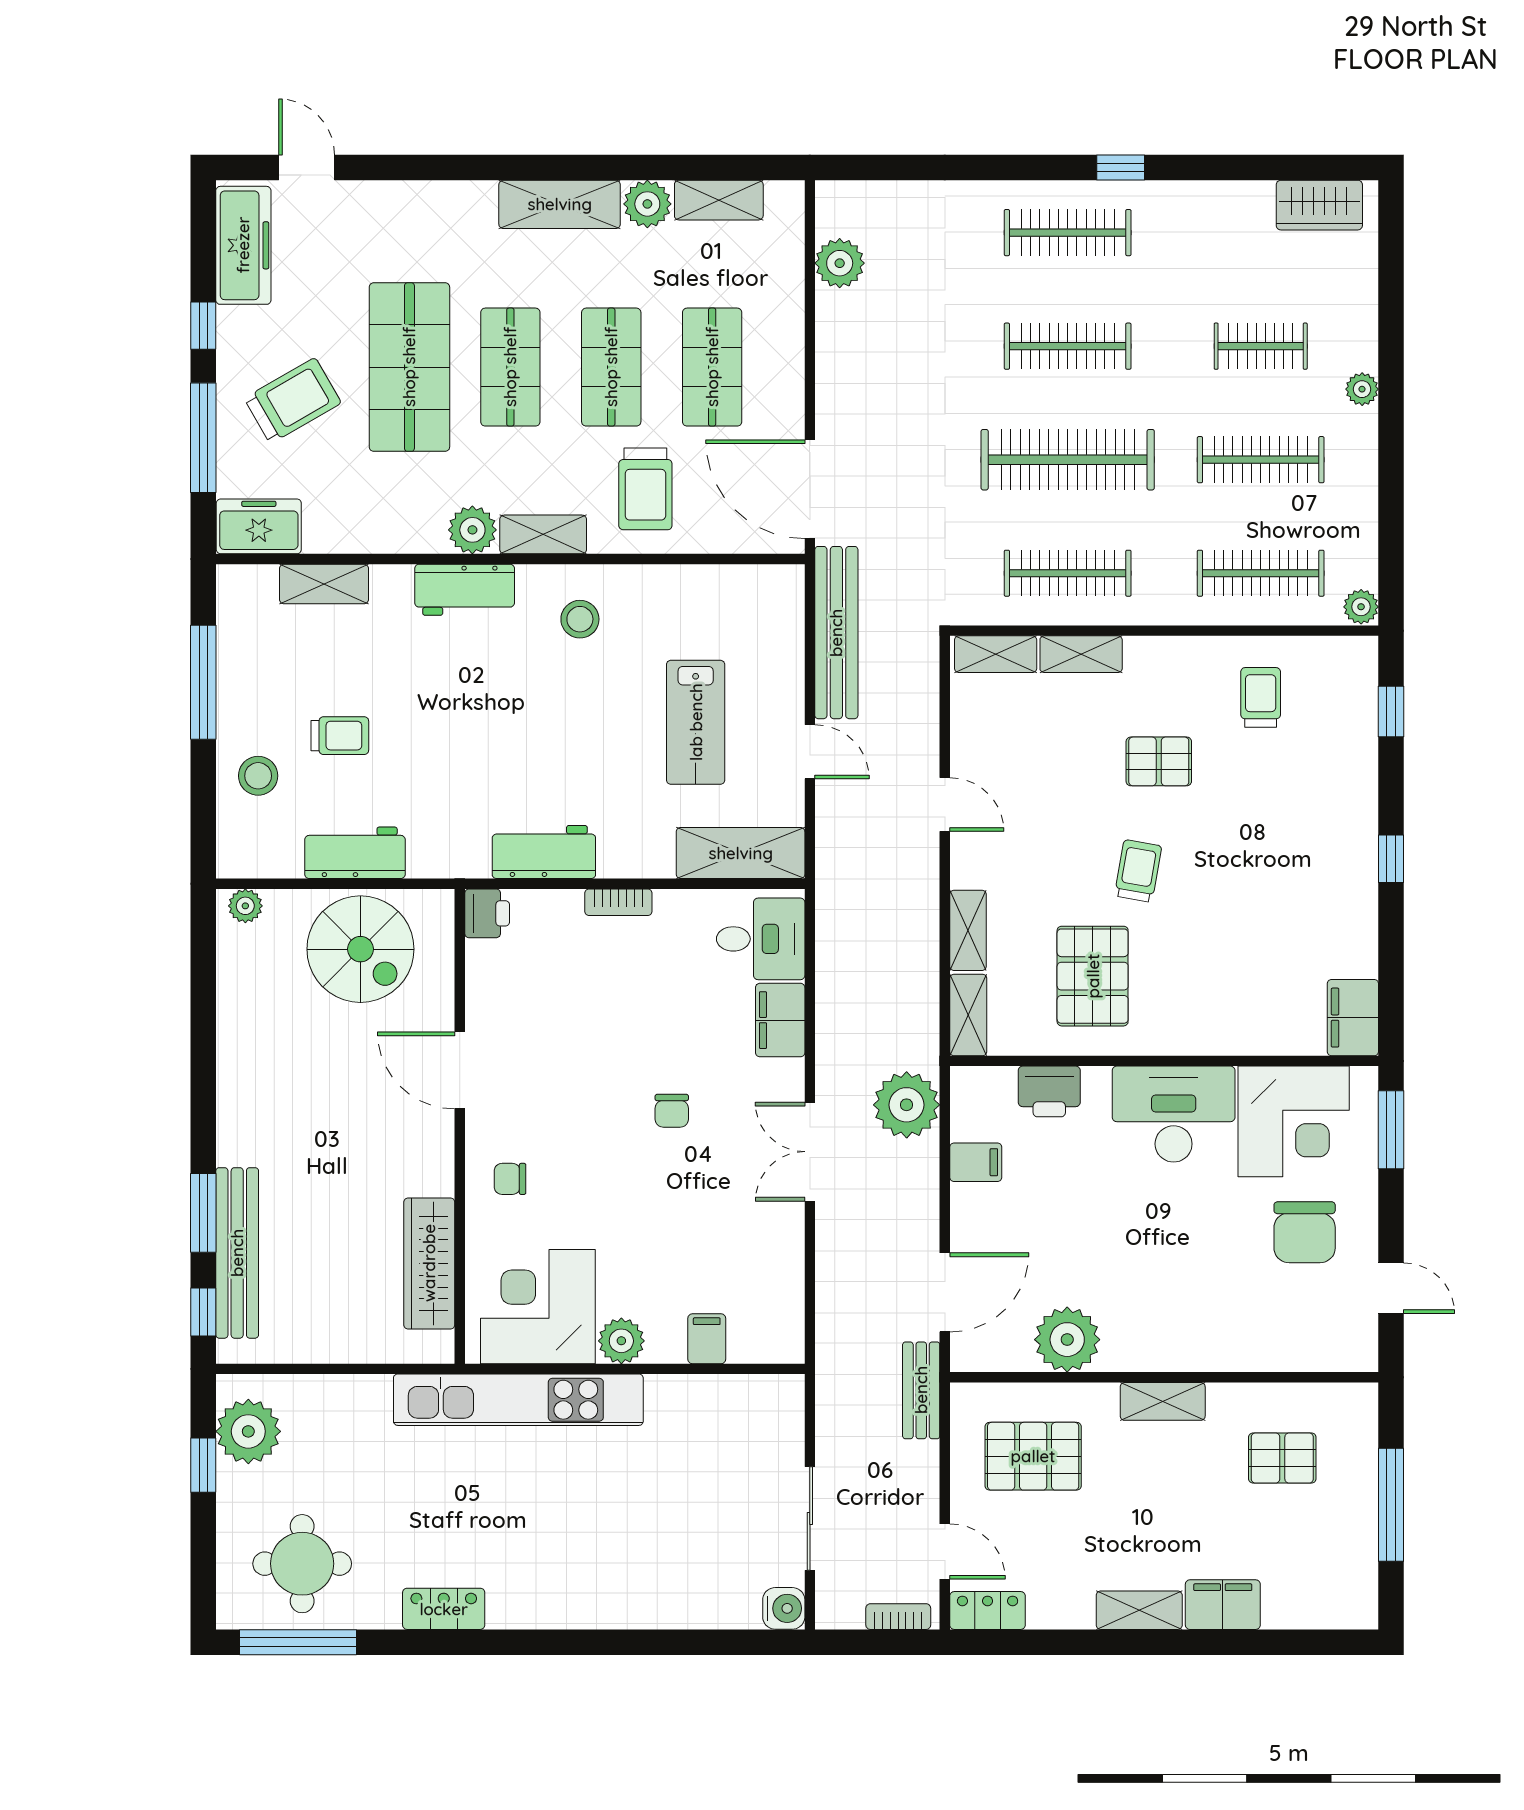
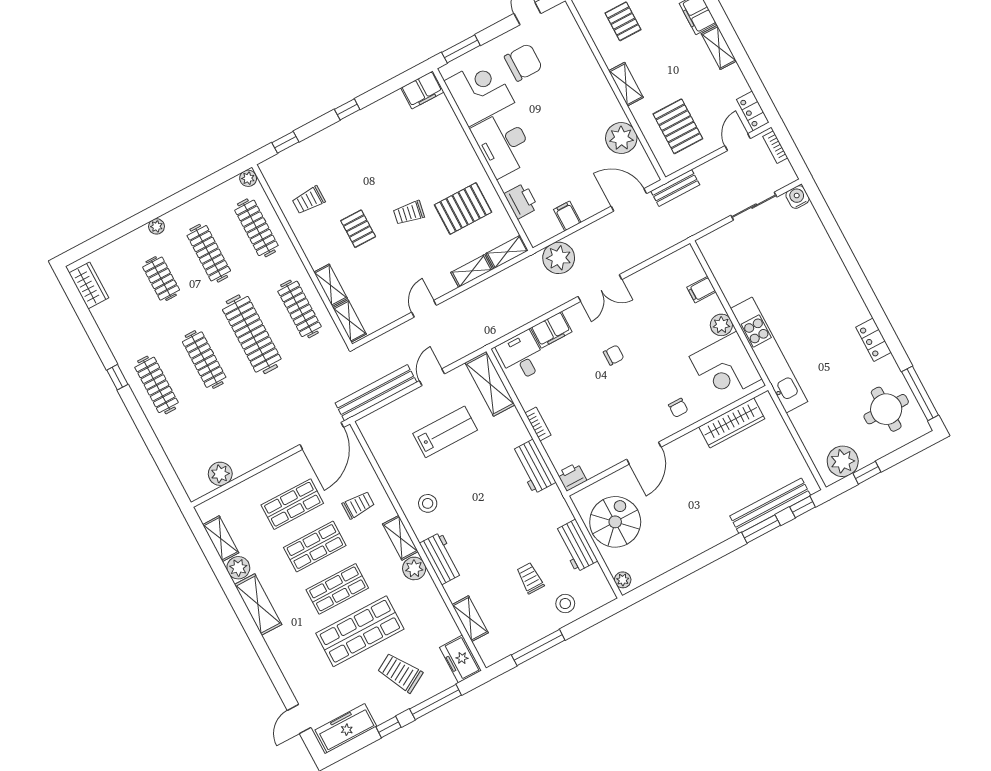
trolley: (645, 489) -> (358, 505), width x0.73, depth x0.72

